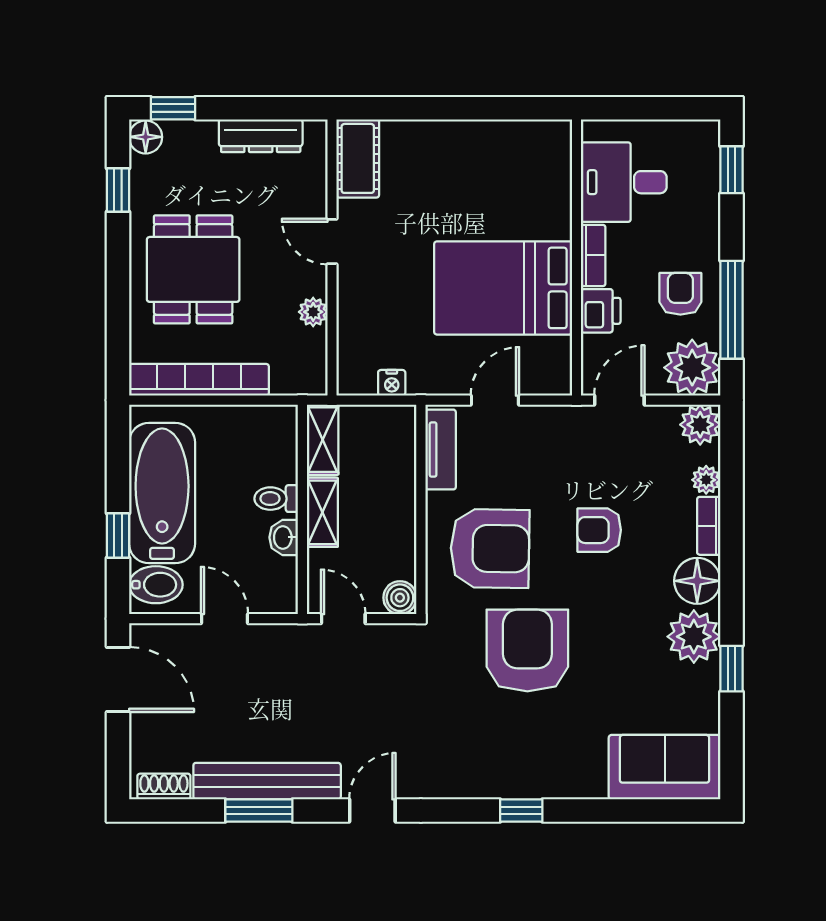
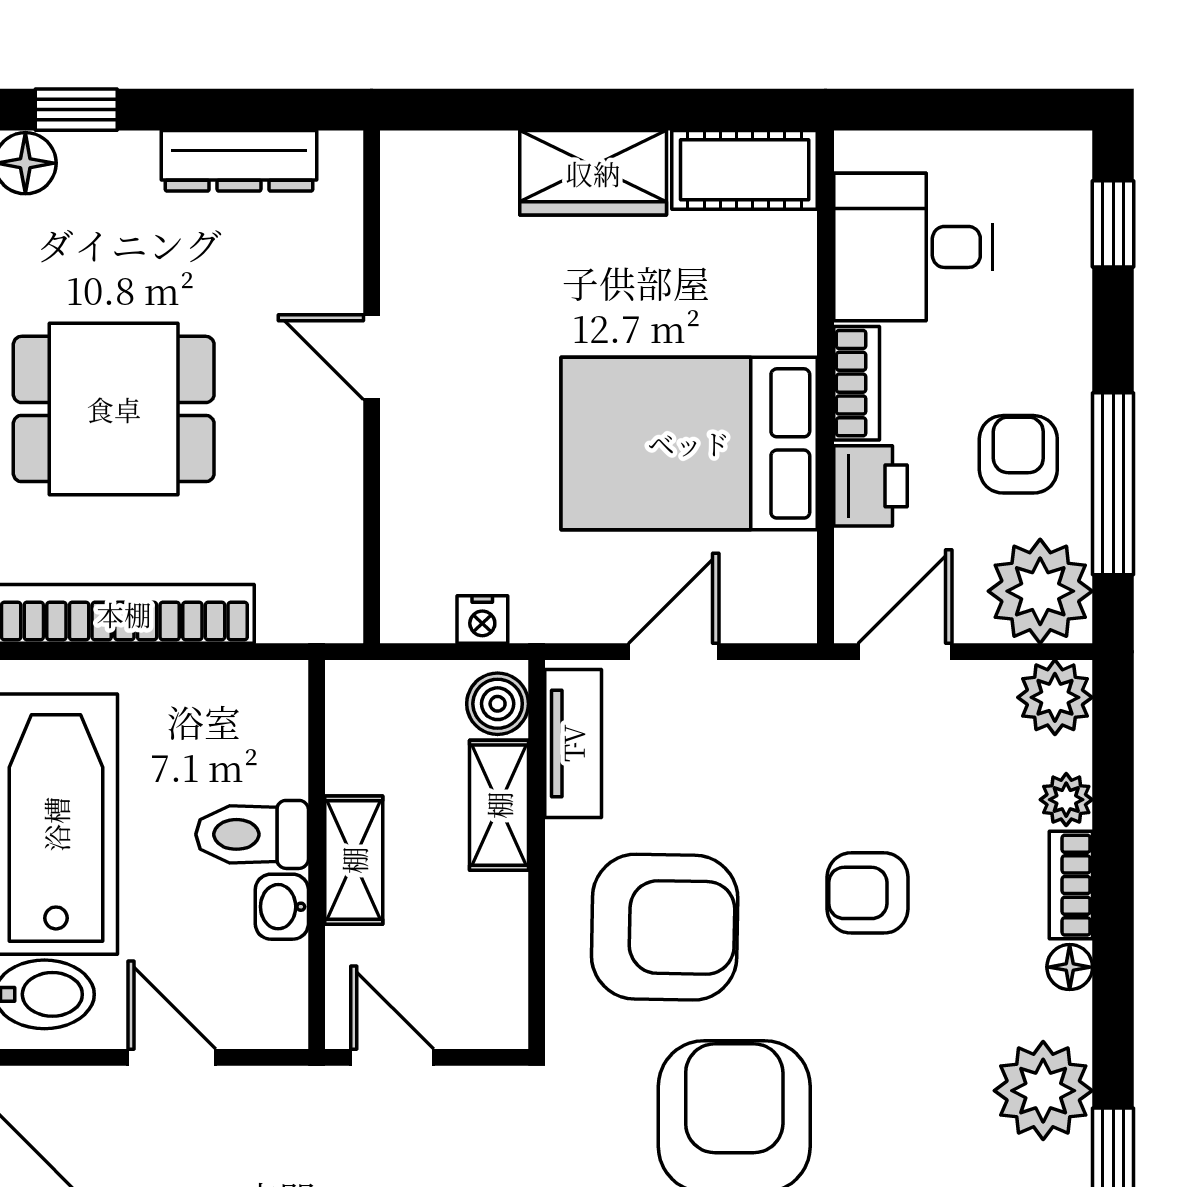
wardrobe: (451, 142) -> (593, 173), added
cot: (358, 158) -> (745, 170), moved, turned 90
dining table: (193, 269) -> (114, 409), turned 90
plant: (313, 312) -> (336, 488), removed
shelving: (323, 440) -> (499, 805), moved
toilet: (276, 499) -> (252, 834), width x1.37, depth x1.39
floor lamp: (697, 581) -> (1070, 967), width x0.53, depth x0.53
boiler: (400, 598) -> (498, 704), moved

